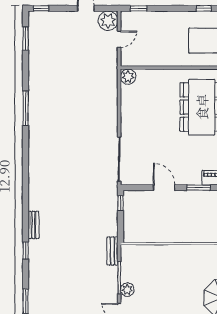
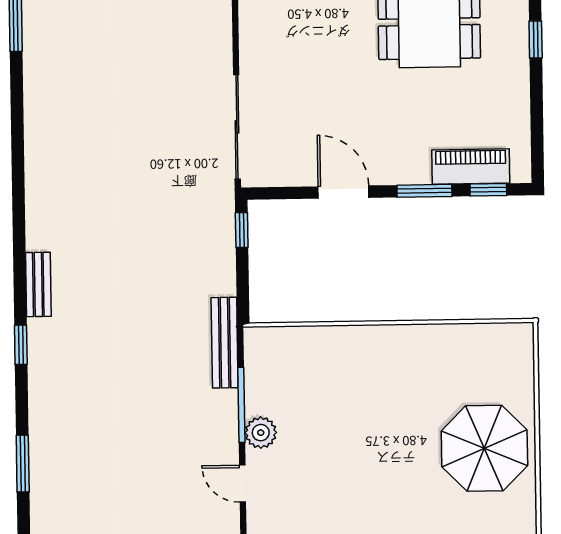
bench: (112, 251) -> (225, 343), width x1.36

